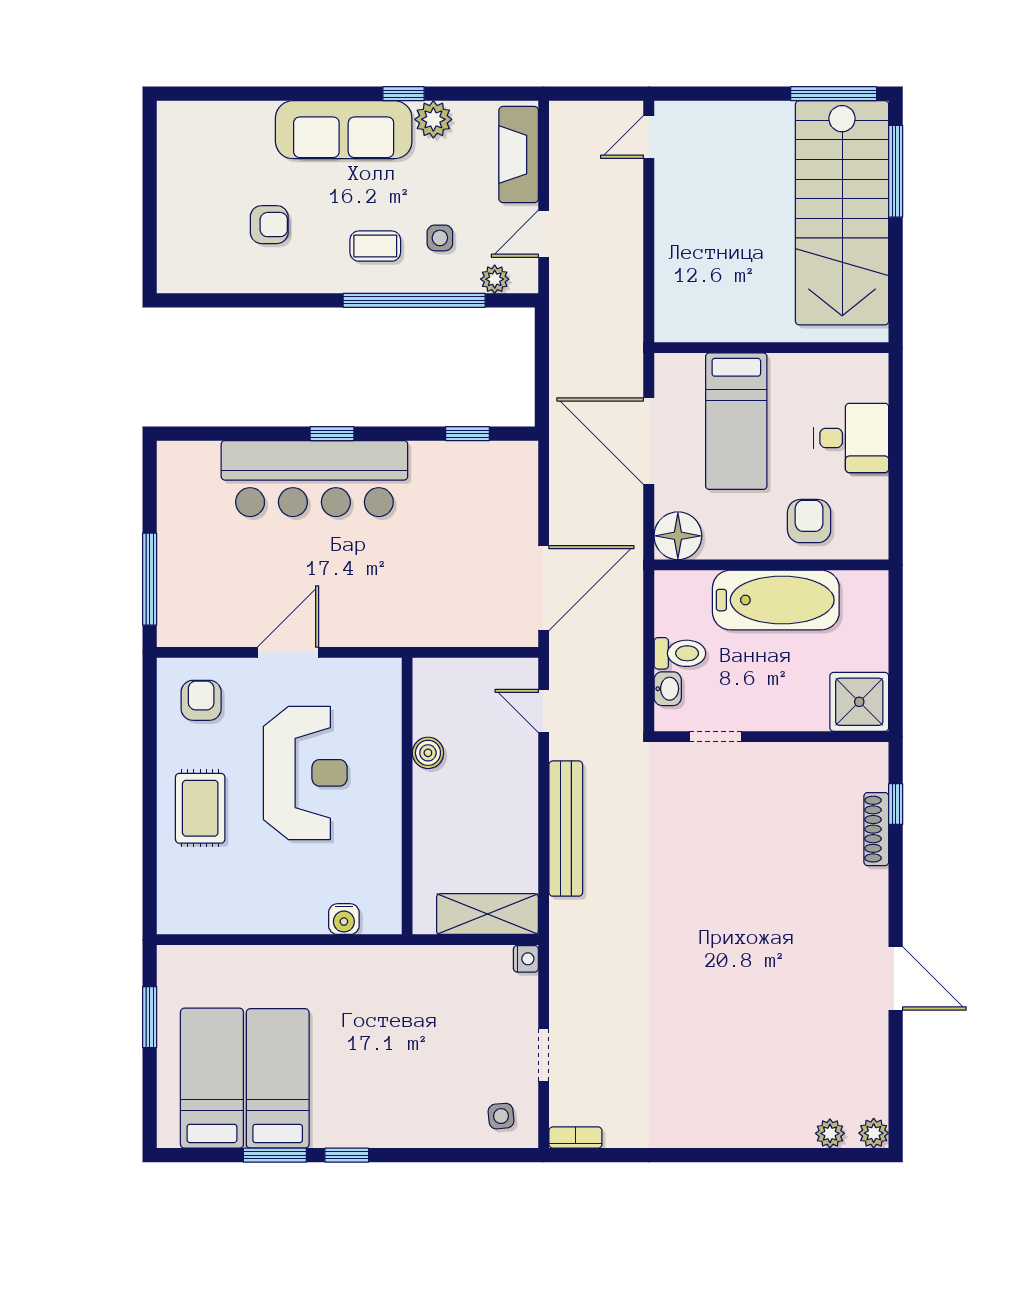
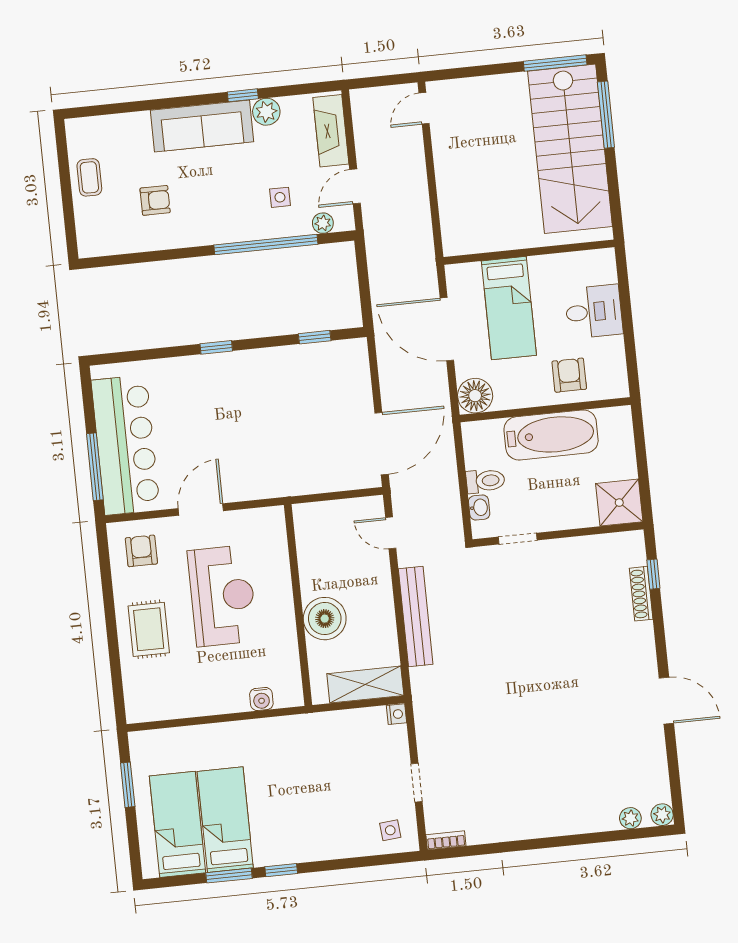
coffee table: (375, 246) -> (89, 177), moved, turned 90
bar counter: (314, 479) -> (126, 445), moved, turned -90
boiler: (428, 753) -> (325, 619), moved, width x1.86, depth x1.86

